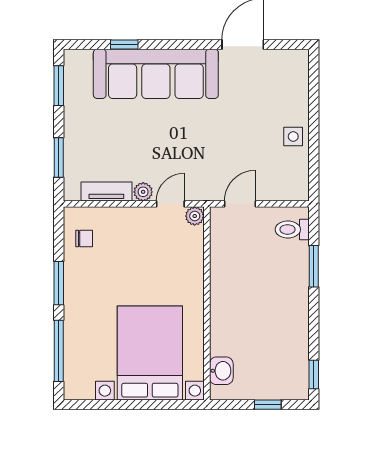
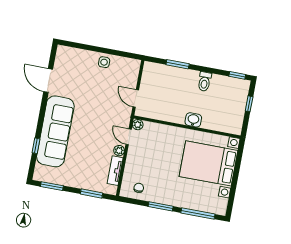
toilet: (292, 229) -> (205, 82), moved
washbasin: (221, 371) -> (193, 120), moved

